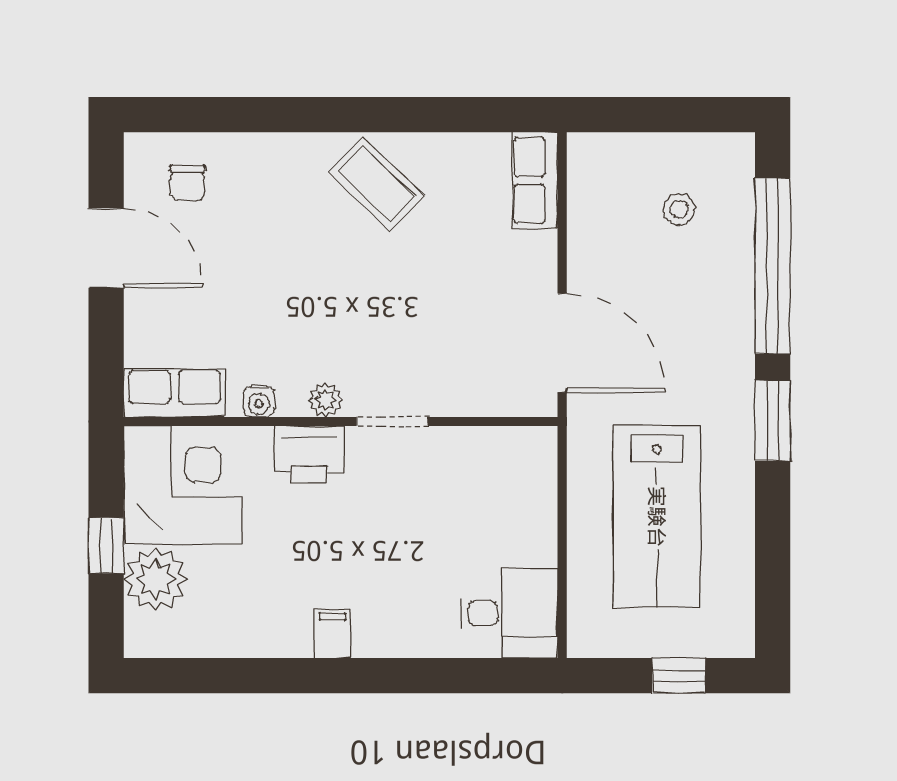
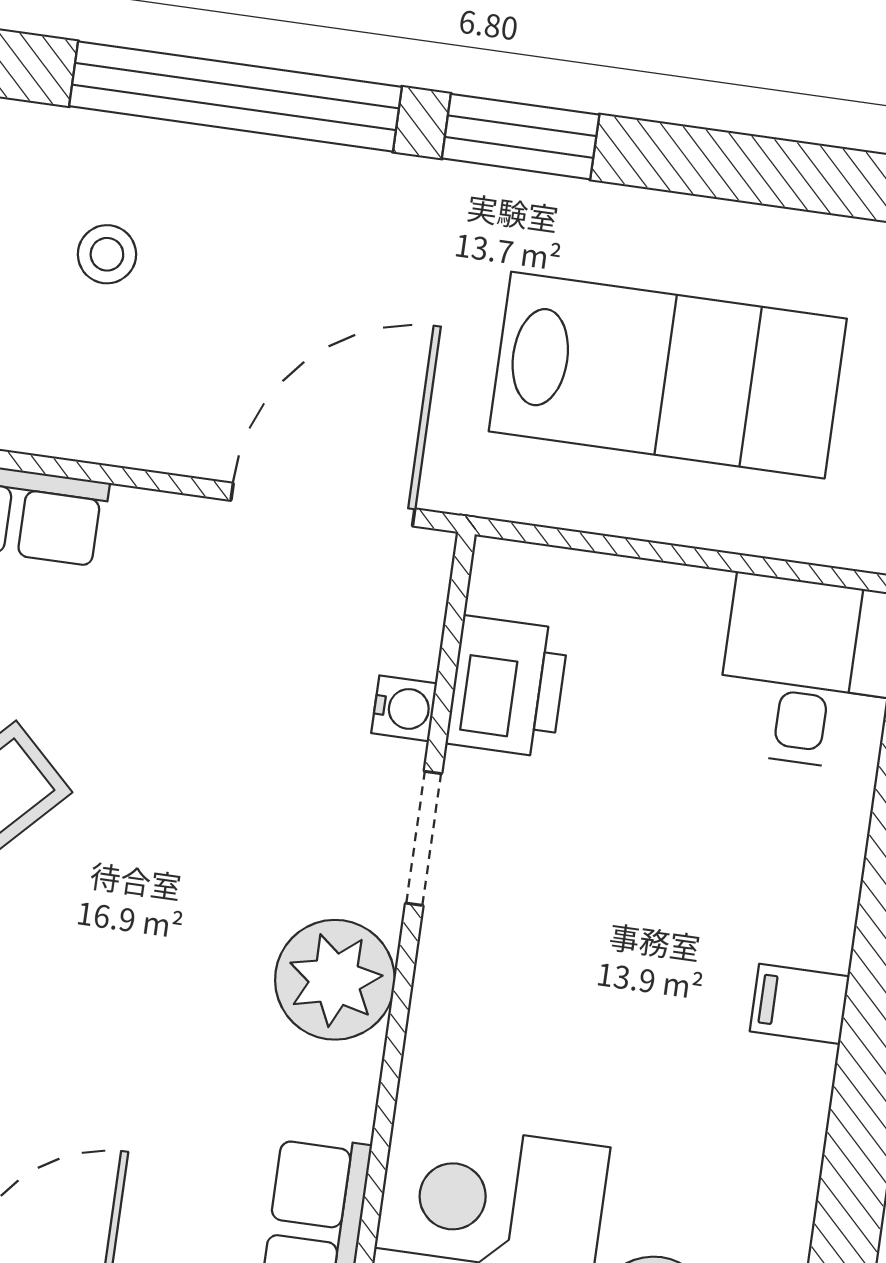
plant: (325, 400) -> (335, 980), width x1.88, depth x1.88
water cooler: (259, 401) -> (404, 708), moved
printer: (309, 455) -> (507, 687), moved

